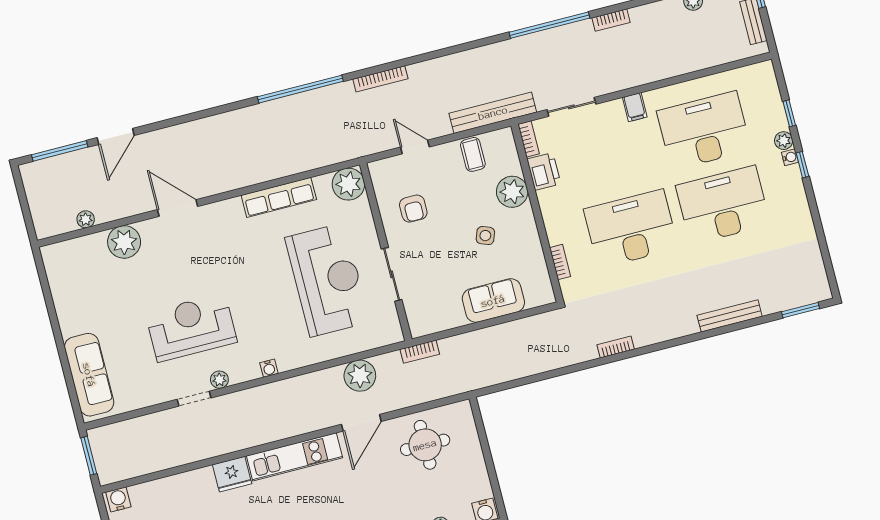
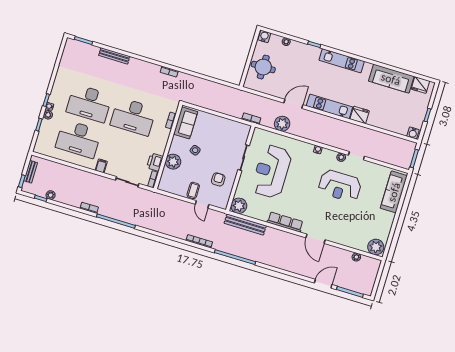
bench: (493, 113) -> (245, 224), moved
coffee table: (473, 154) -> (193, 190), moved
row of seats: (279, 197) -> (285, 222), moved
plant: (124, 242) -> (376, 247), moved
sofa: (493, 301) -> (186, 123), moved, turned -90
round table: (425, 445) -> (263, 67), moved

